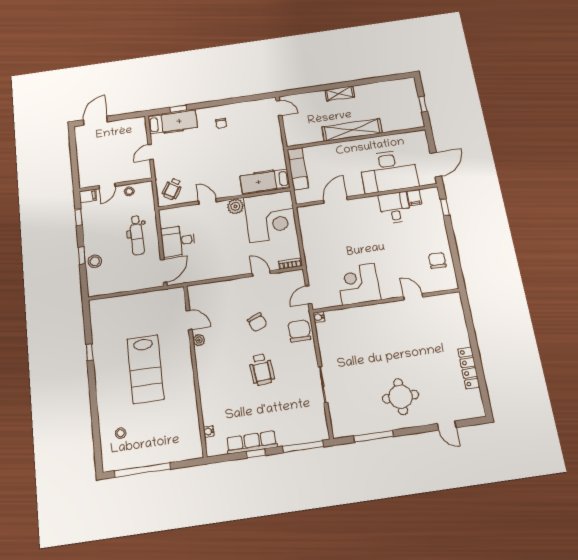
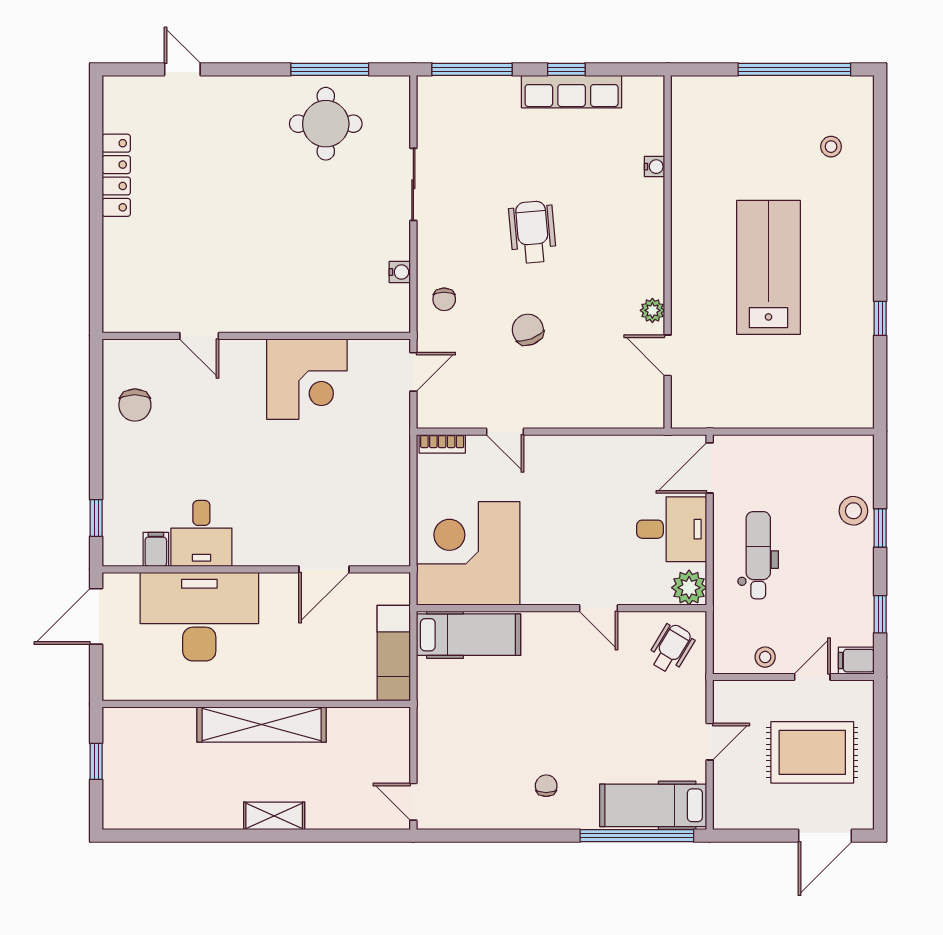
window: (178, 109) -> (637, 836), width x3.17
rug: (104, 154) -> (812, 752), added
plant: (235, 206) -> (689, 588), moved
water cooler: (319, 317) -> (400, 272), moved
chair: (299, 331) -> (444, 299), width x0.54, depth x0.54
round table: (401, 397) -> (326, 124), moved
water cooler: (209, 431) -> (655, 167), moved

